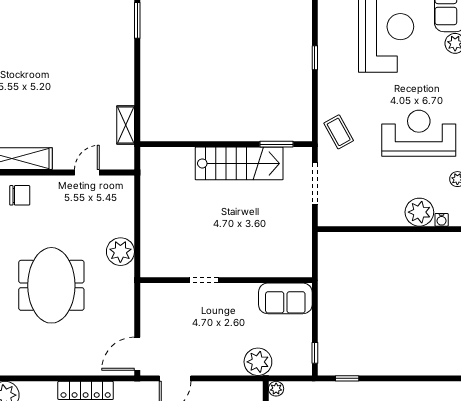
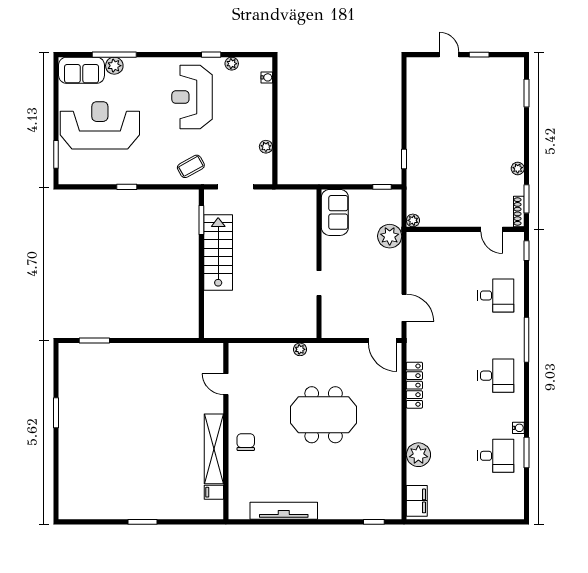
shelving: (126, 125) -> (185, 350), removed
plant: (419, 212) -> (266, 147), moved, width x0.53, depth x0.53
plant: (120, 252) -> (300, 349), width x0.53, depth x0.53

